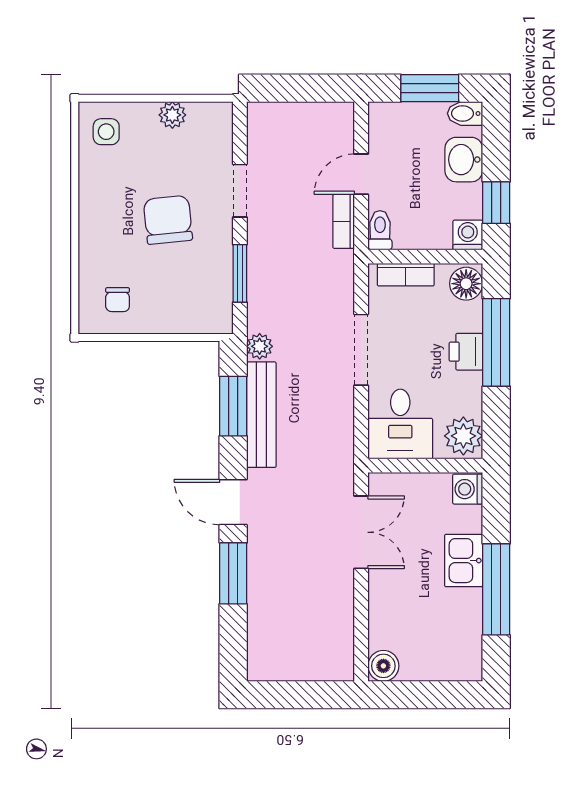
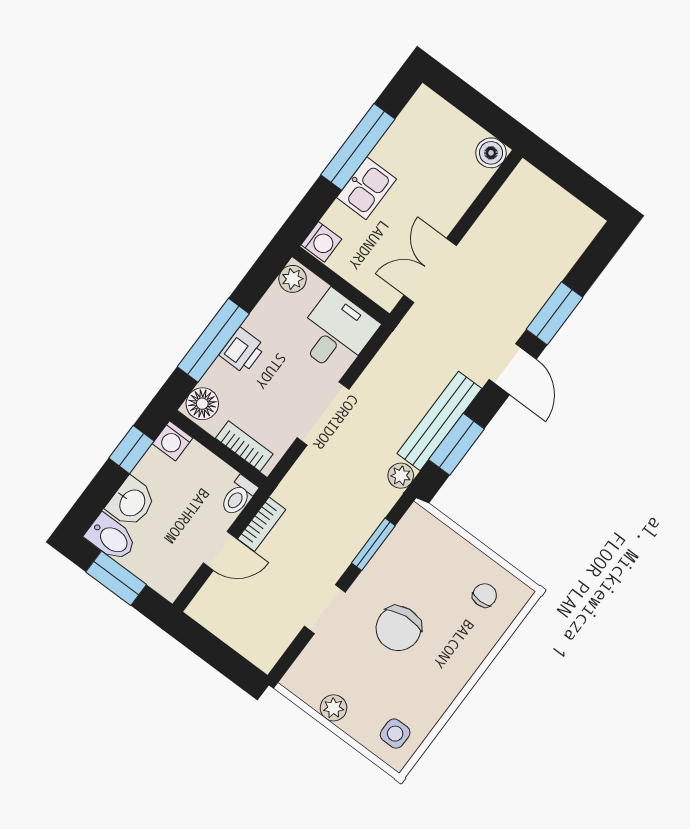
bidet: (465, 113) -> (111, 538), width x1.38, depth x1.36
plant: (463, 436) -> (293, 279), width x0.73, depth x0.73

